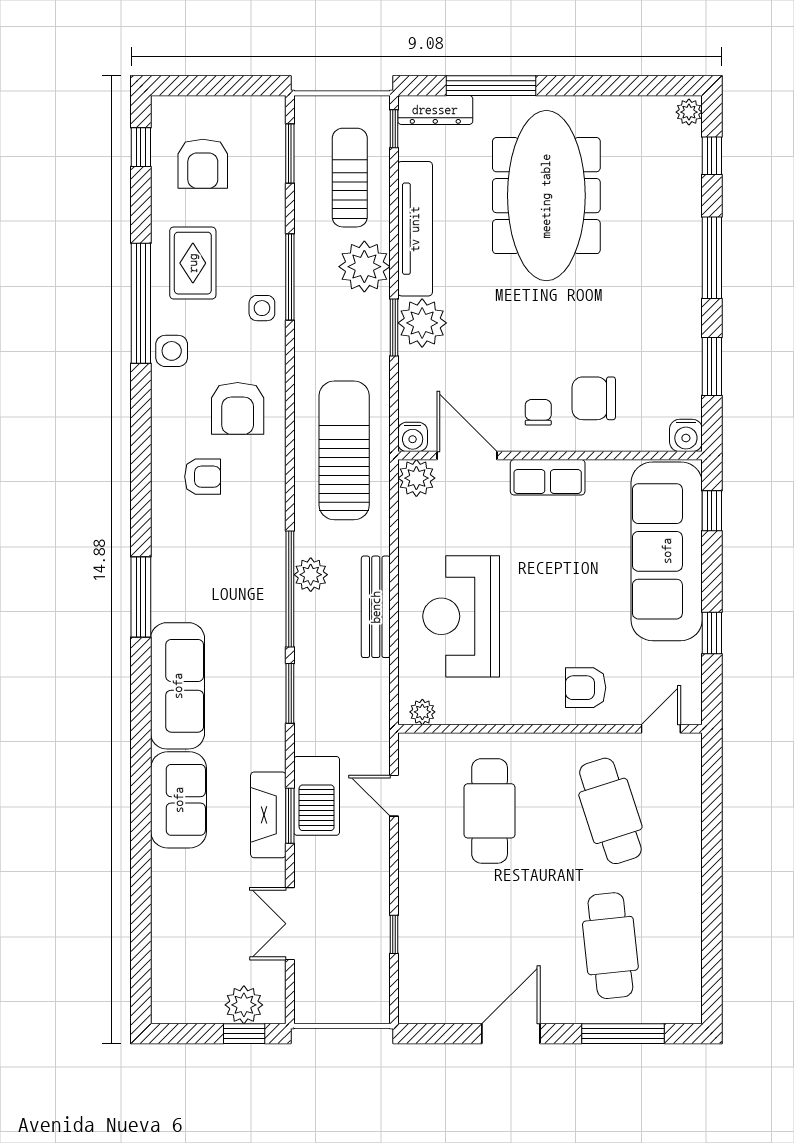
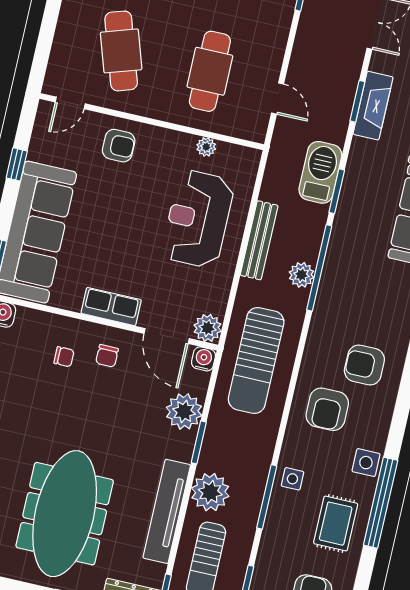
plant: (422, 323) -> (184, 411), moved
chair: (594, 398) -> (64, 357), width x0.54, depth x0.54
armchair: (238, 408) -> (327, 409), turned 180
armchair: (203, 477) -> (364, 365), width x1.38, depth x1.38
reception desk: (461, 616) -> (198, 219), turned 180
plant: (422, 712) -> (206, 147), moved
barbecue: (317, 796) -> (320, 172), moved

